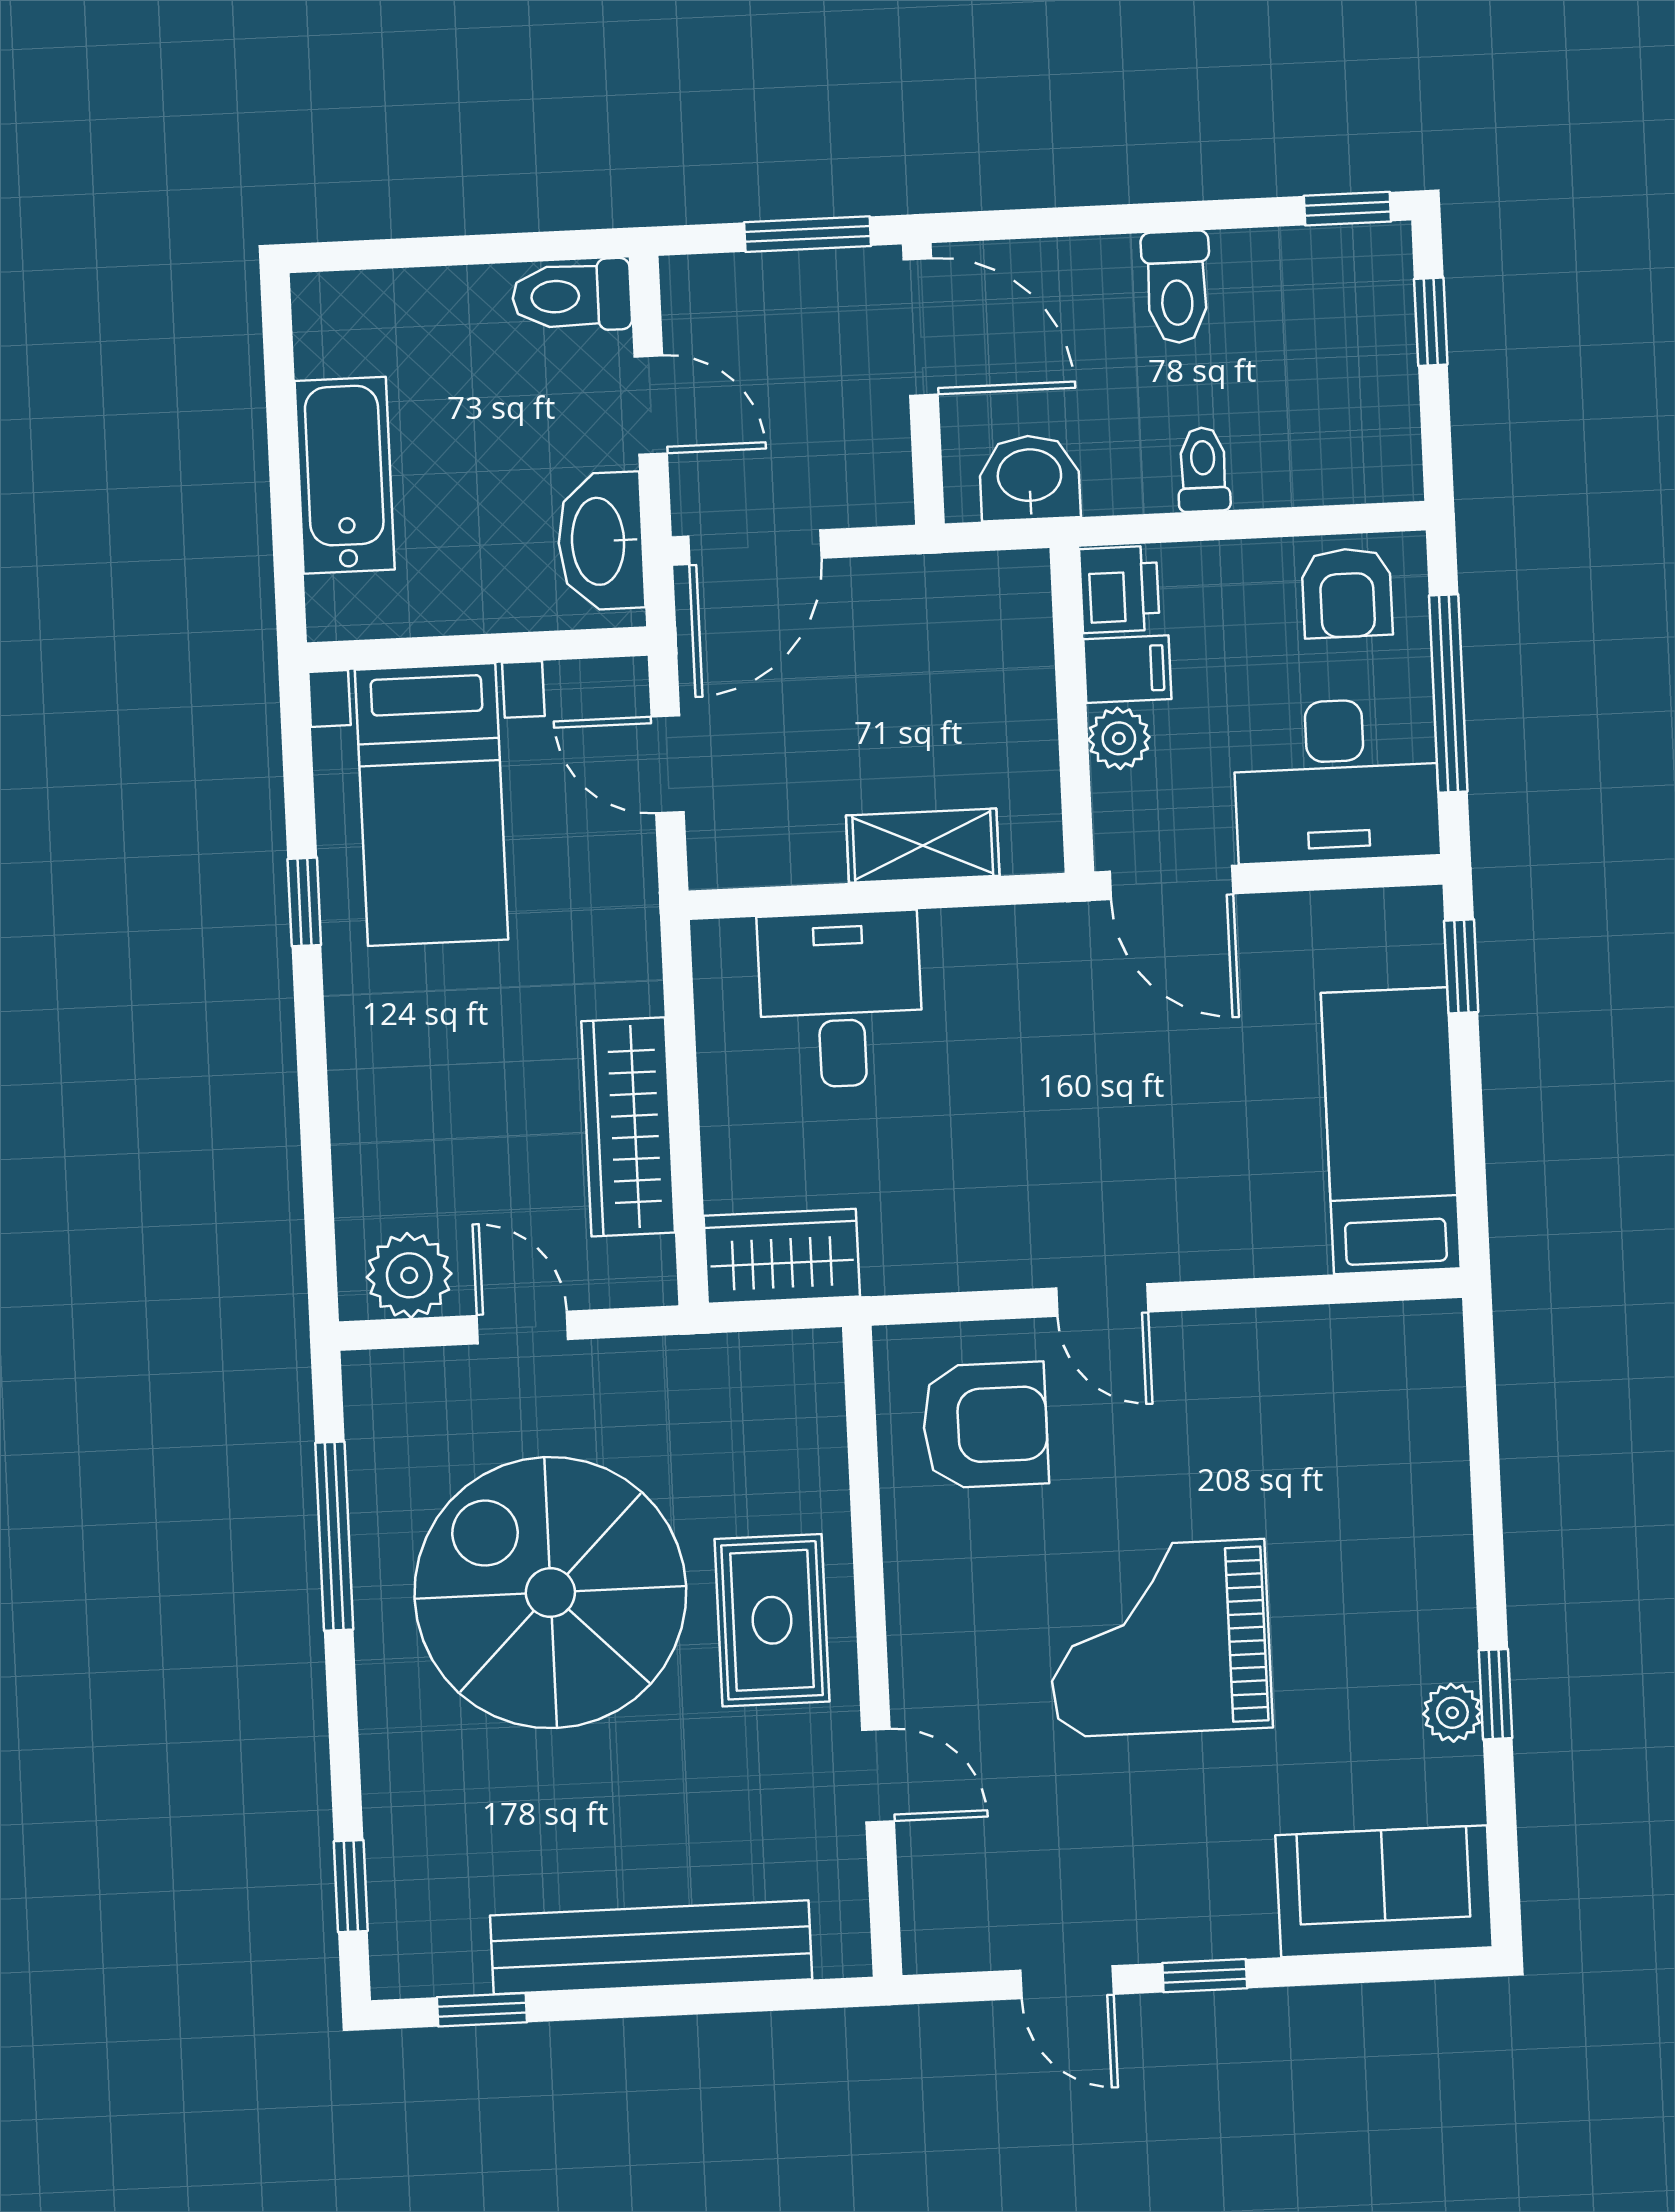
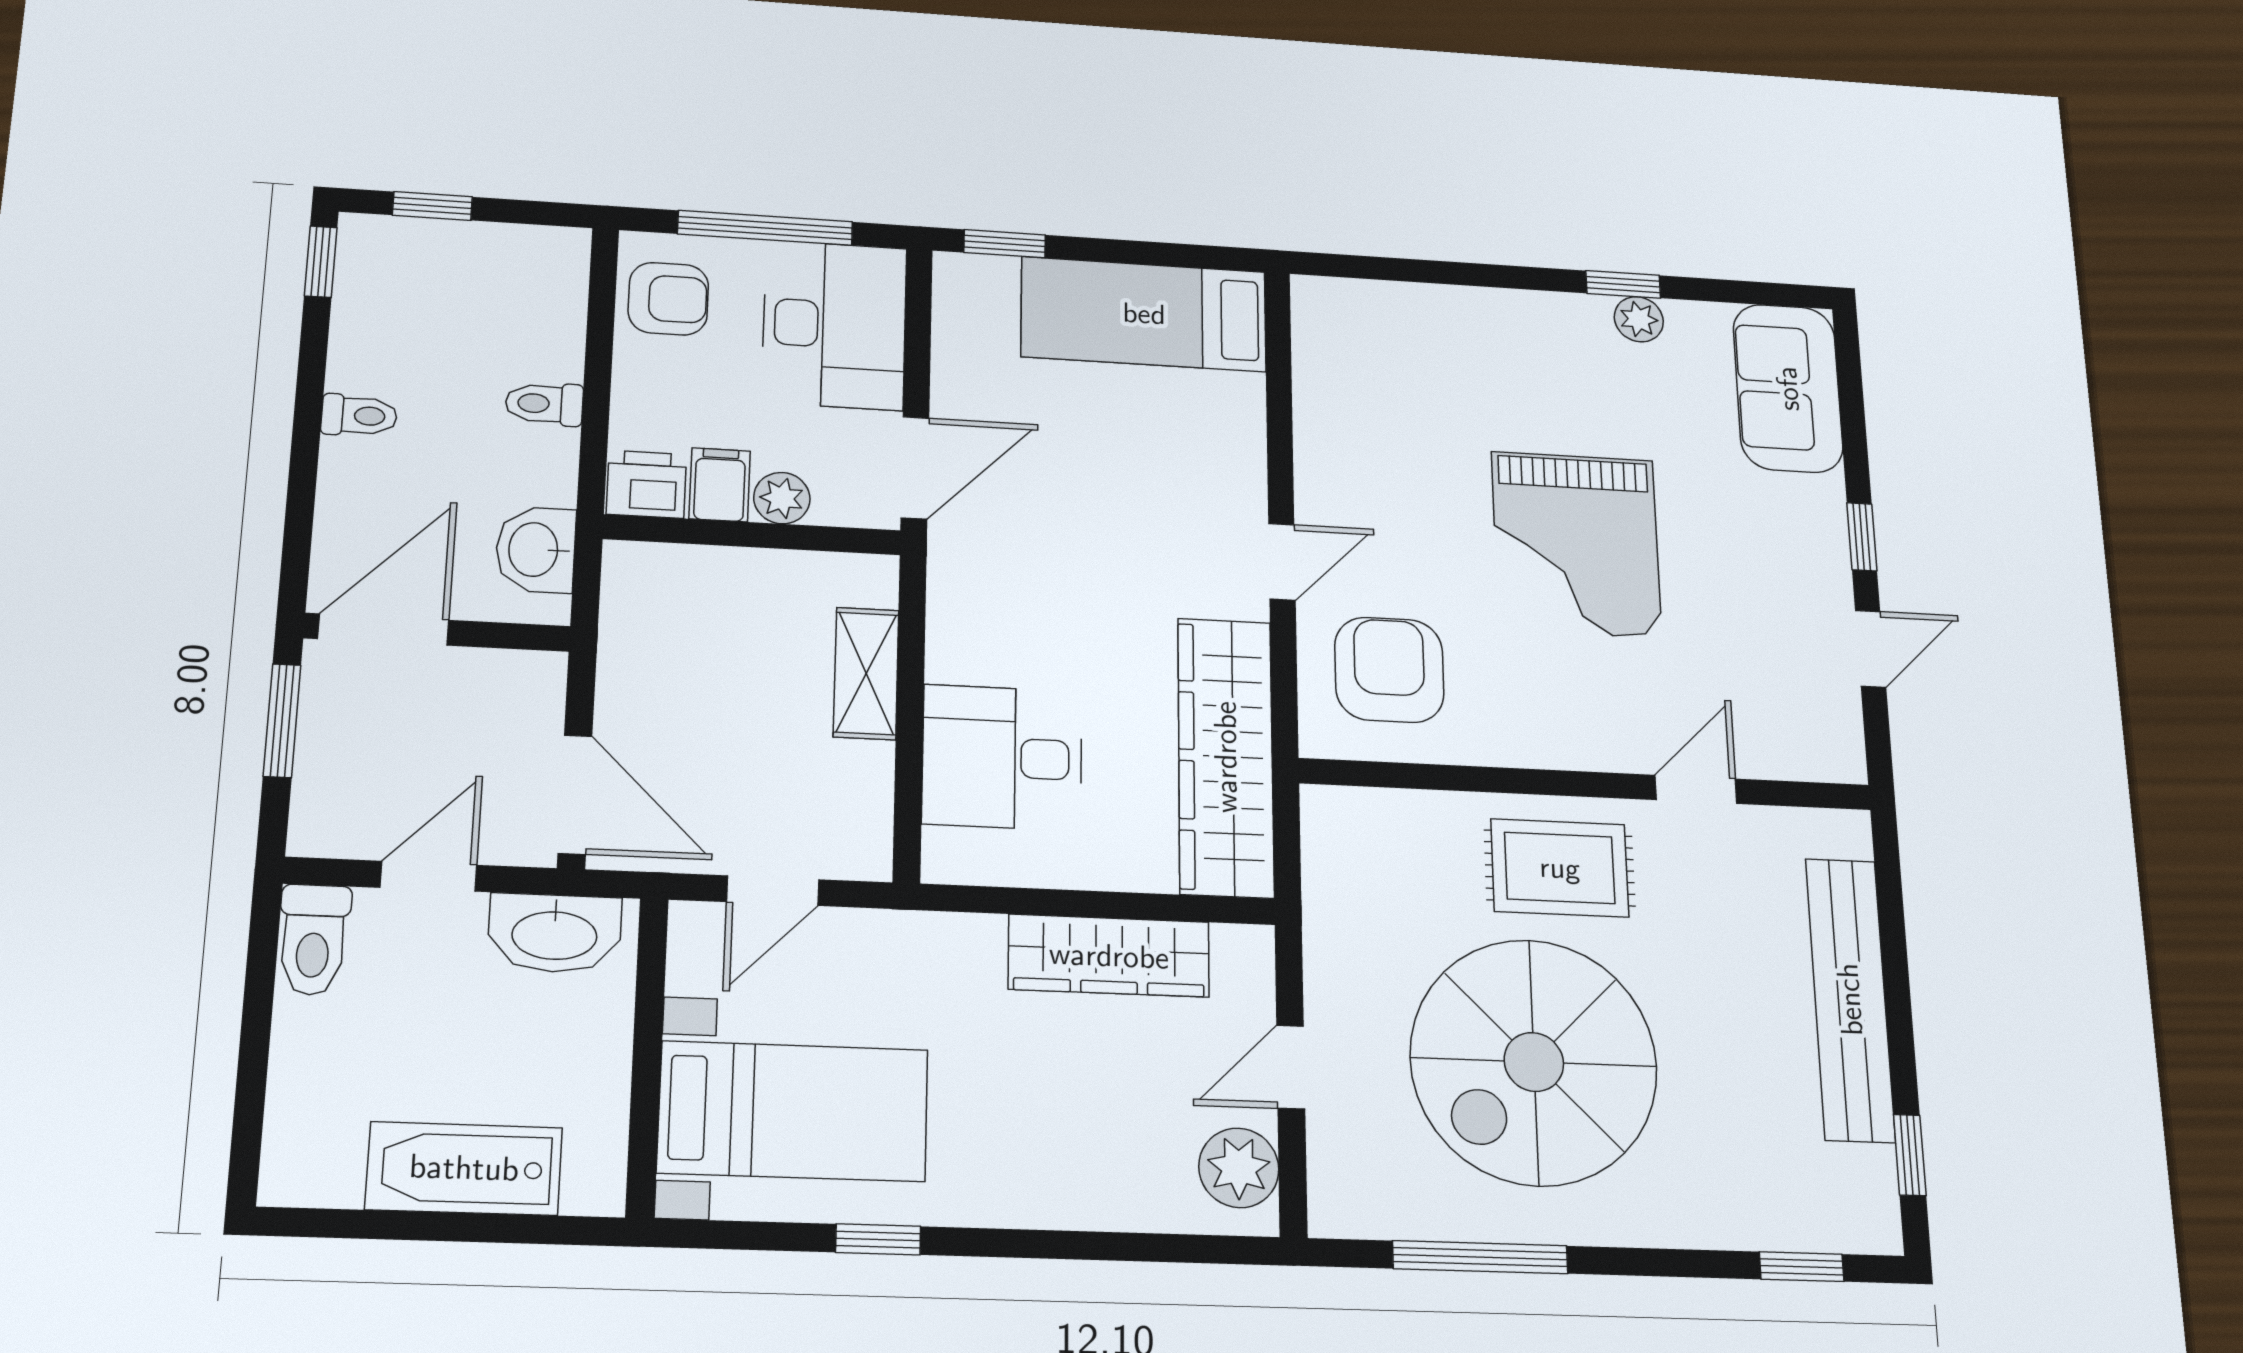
toilet: (1177, 287) -> (359, 416), width x0.73, depth x0.72
wardrobe: (782, 1256) -> (1226, 757), width x2.10, depth x1.17

